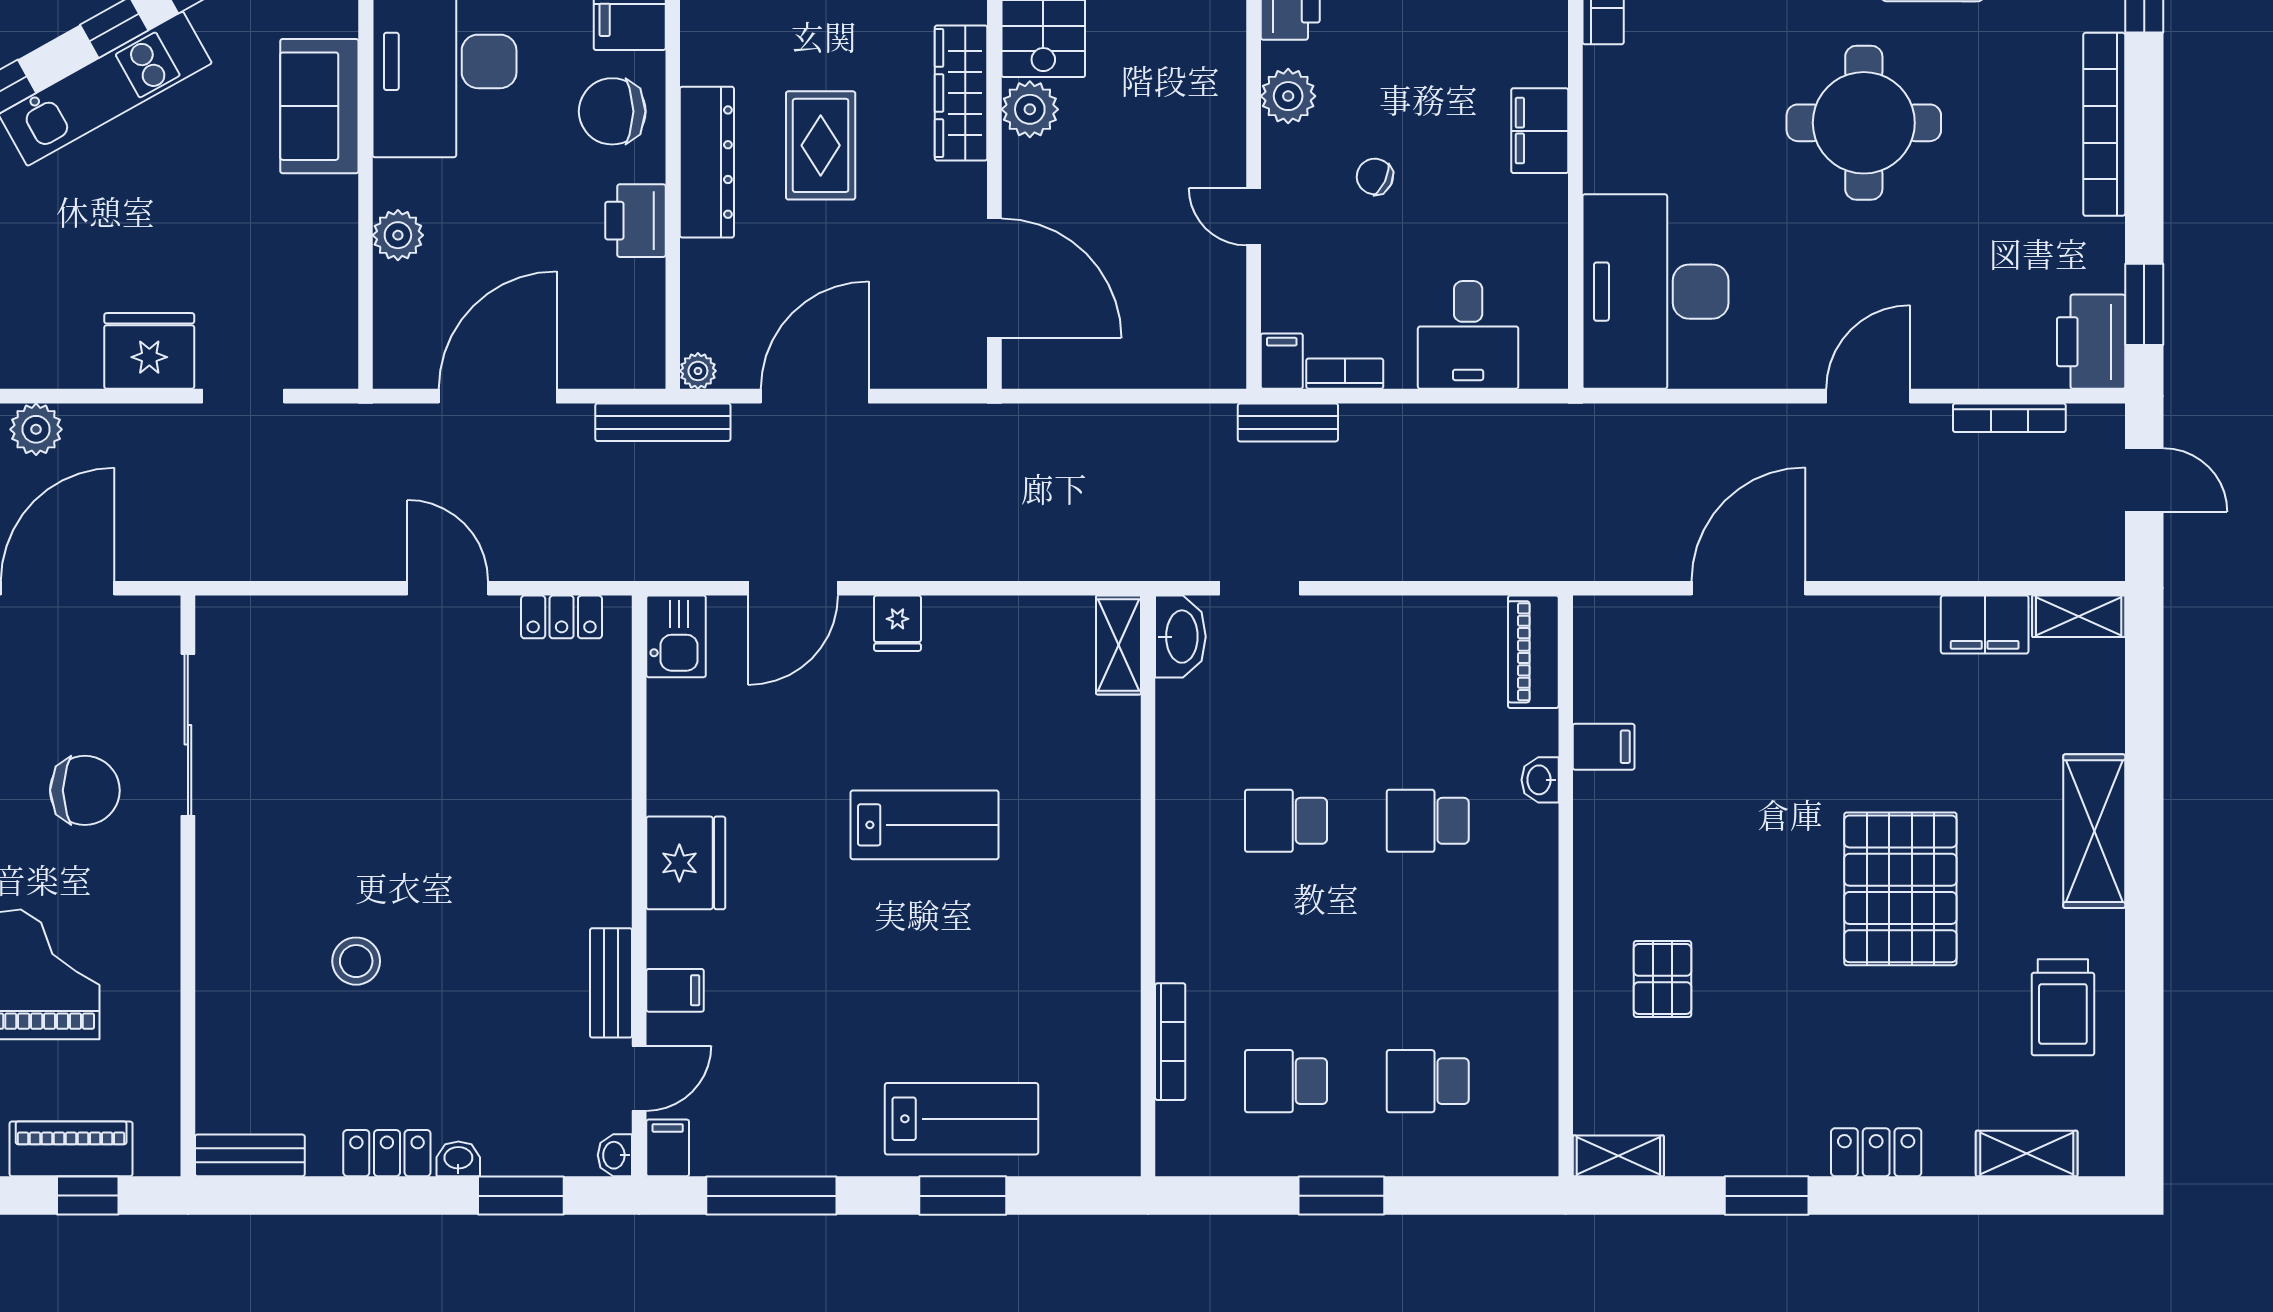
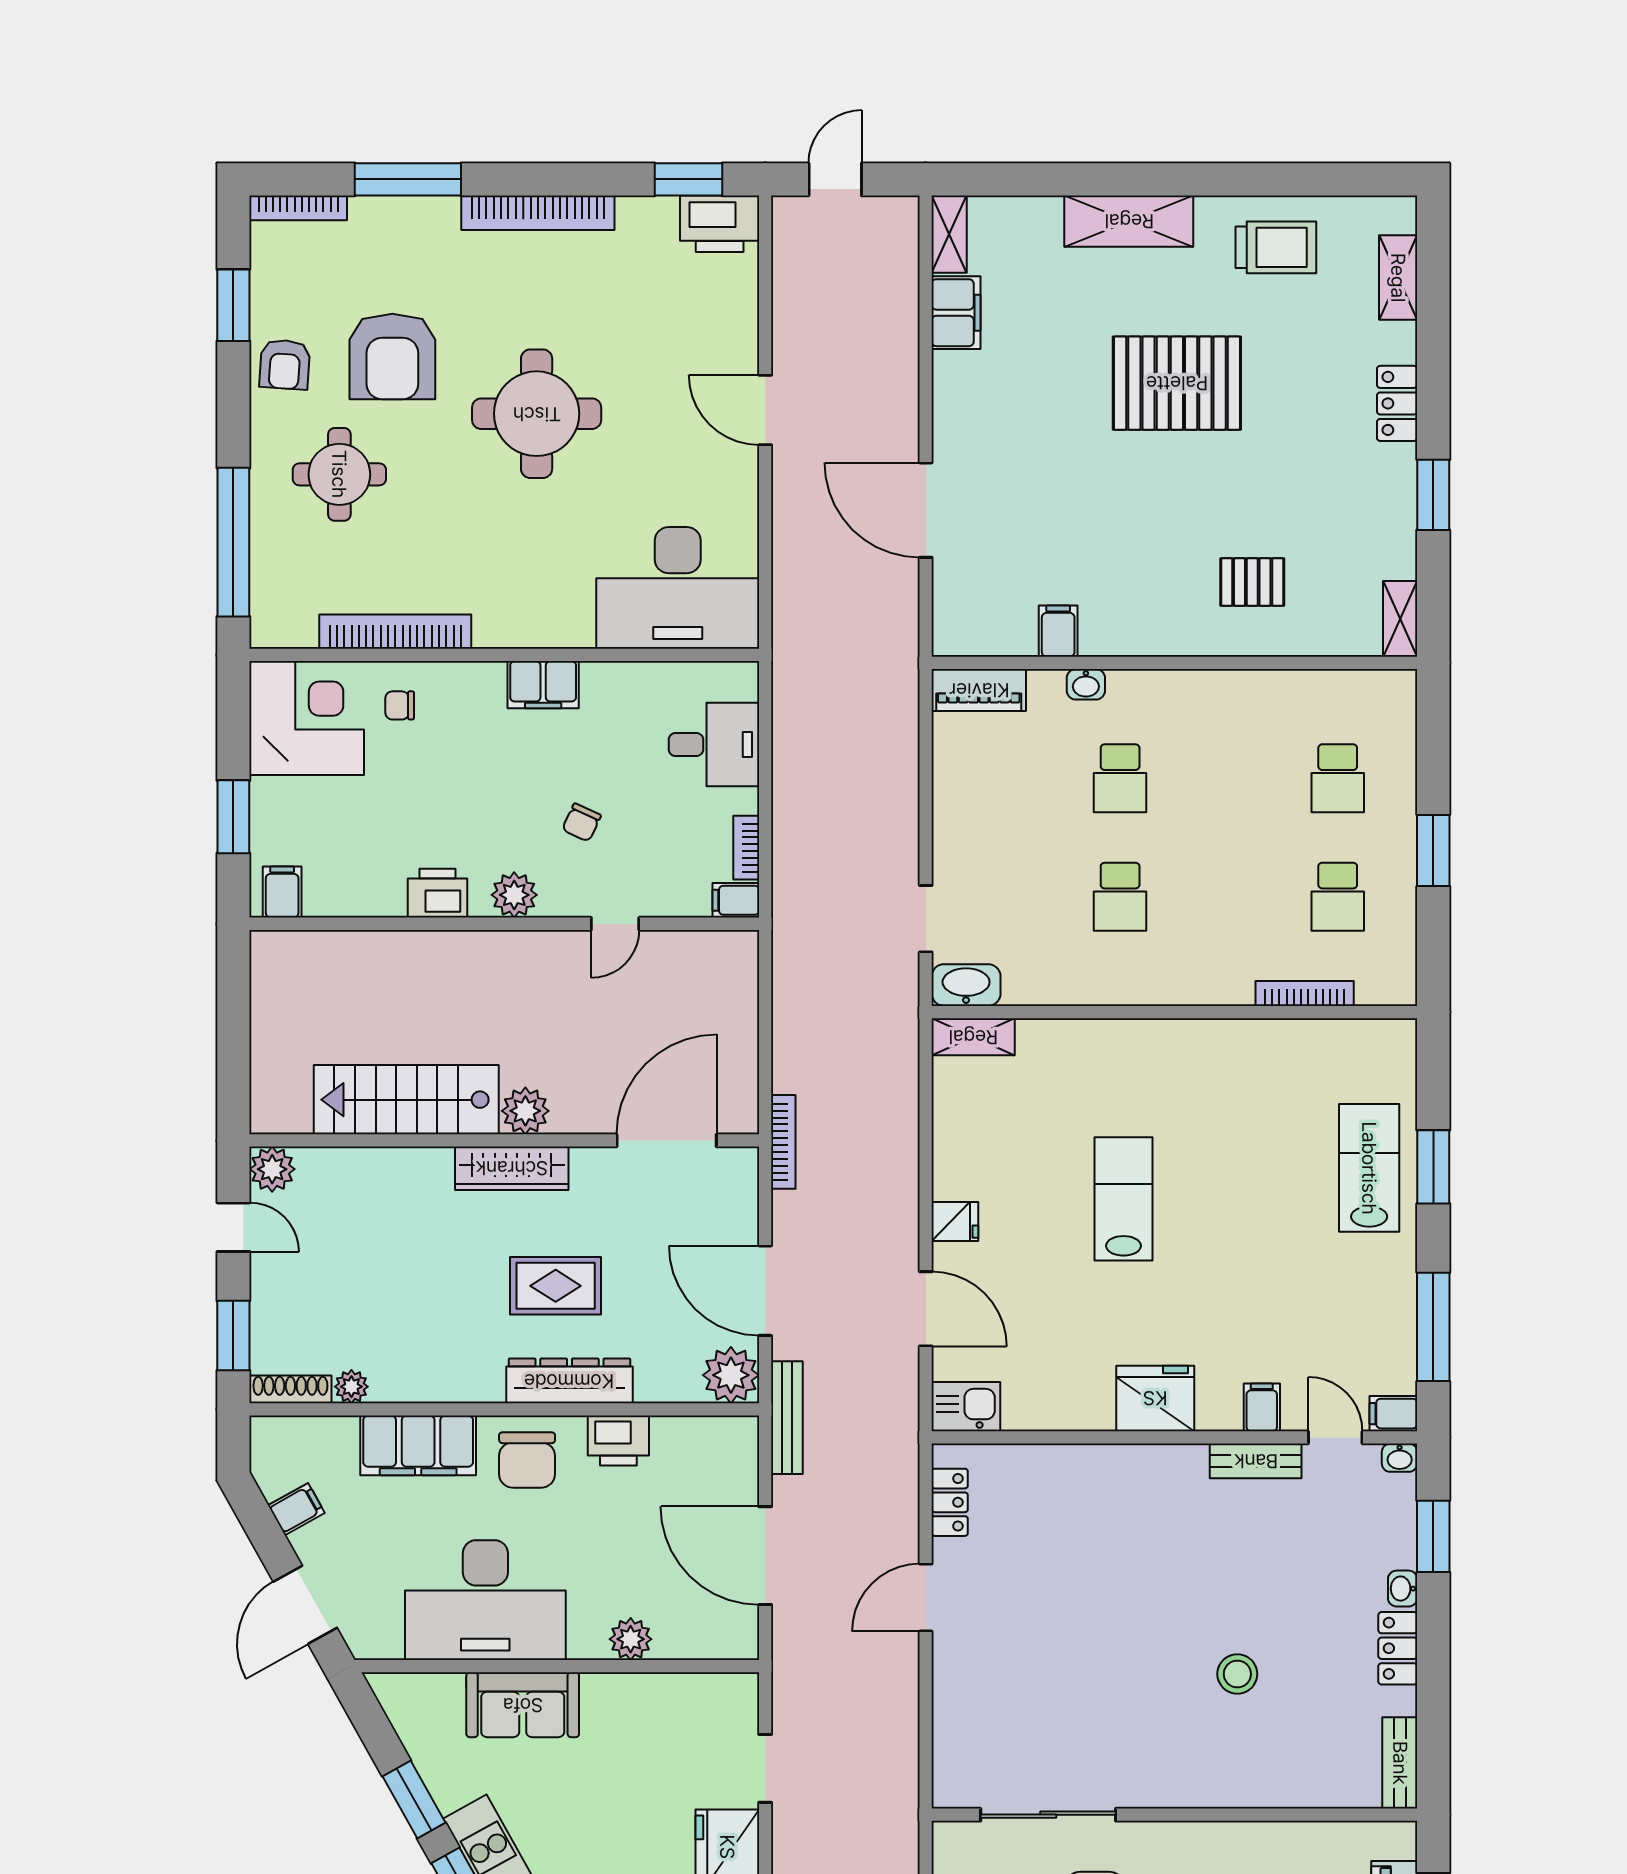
plant: (698, 371) -> (731, 1375), width x1.88, depth x1.88
bookcase: (2009, 418) -> (783, 1142), moved
bench: (1288, 422) -> (787, 895), removed

